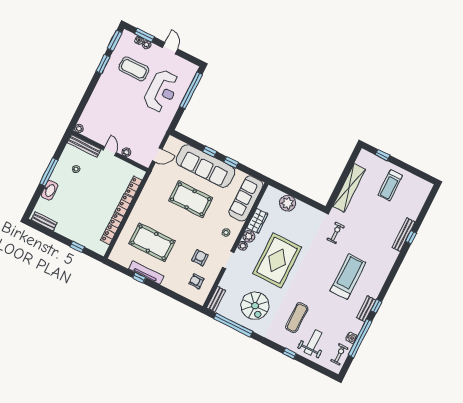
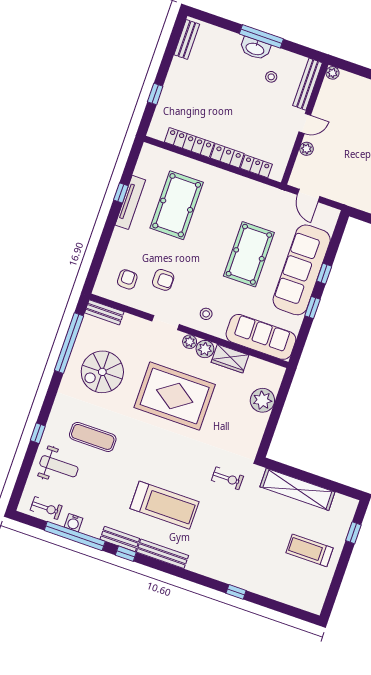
washbasin: (49, 190) -> (255, 48), moved
bench: (403, 235) -> (162, 554), moved

